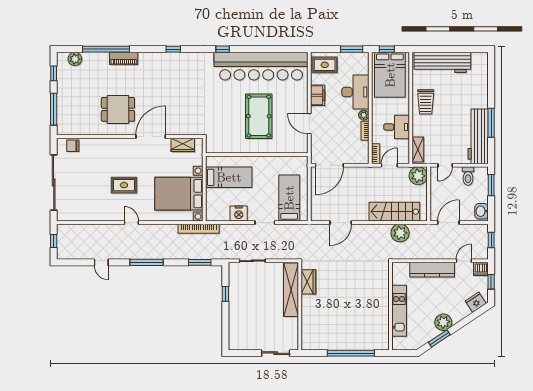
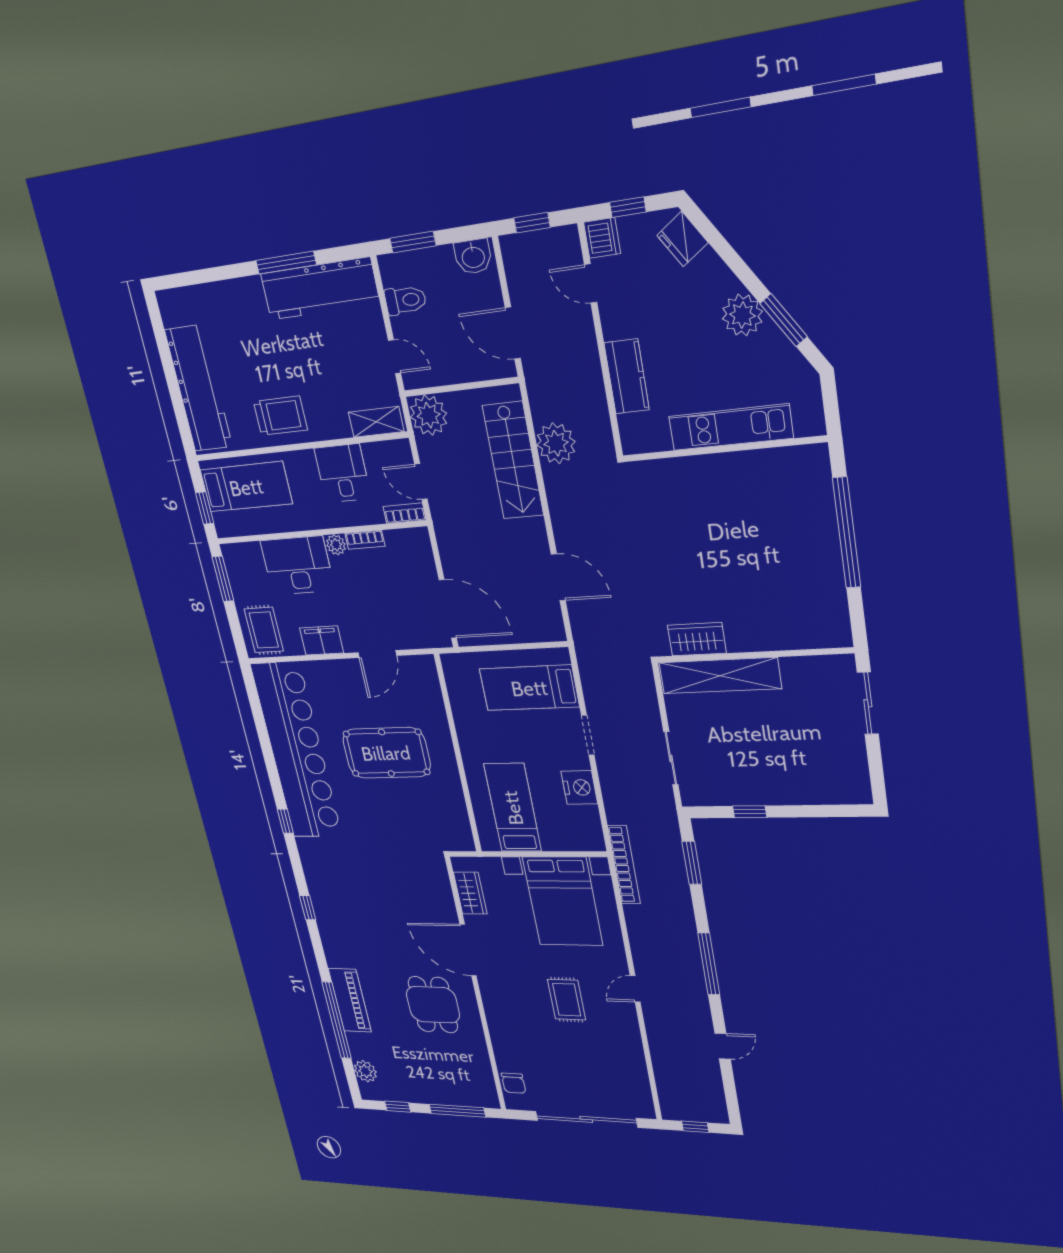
piano: (124, 58) -> (350, 1000), width x1.37, depth x1.33
bed: (390, 75) -> (246, 487), width x0.67
kitchen counter: (432, 270) -> (627, 376), width x0.67

